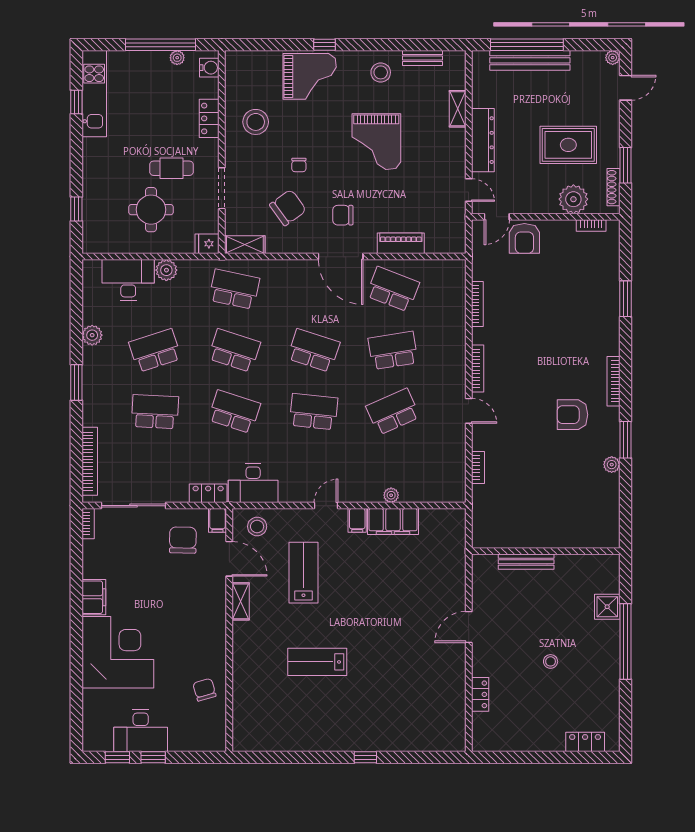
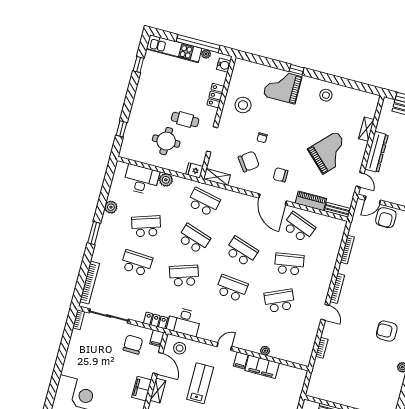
bench: (423, 58) -> (337, 210), moved
grand piano: (310, 76) -> (283, 86), turned 180
kitchen unit: (94, 94) -> (174, 49), moved, turned 90
grand piano: (376, 142) -> (330, 153), moved, turned -136
school desk: (234, 412) -> (184, 276), turned -36
filing cabinet: (94, 597) -> (142, 389), moved, turned 180

